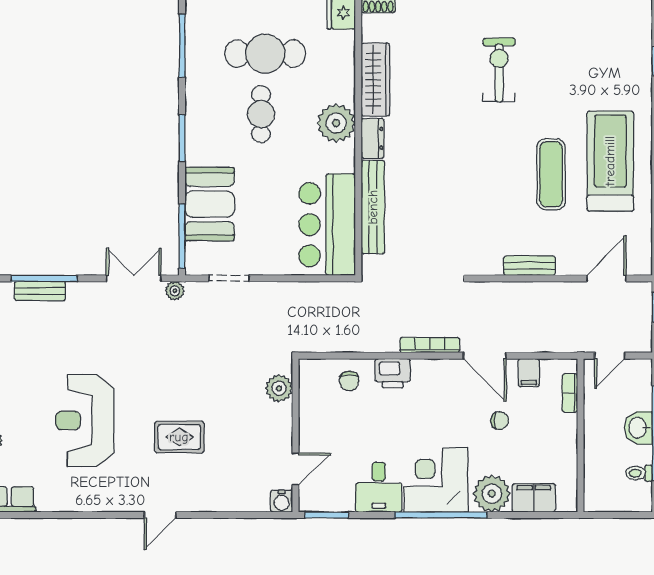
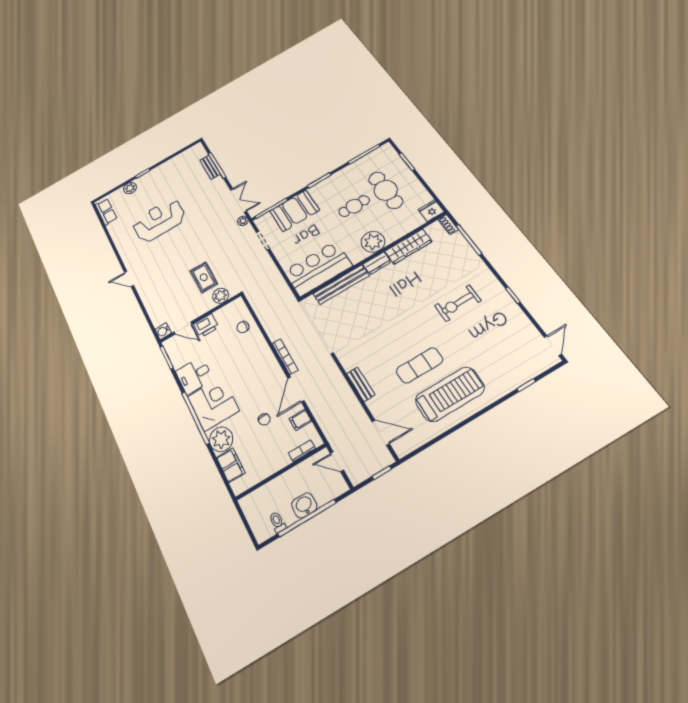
exercise bike: (499, 70) -> (458, 303), turned 180
printer: (393, 373) -> (206, 325), moved, turned -90
rug: (179, 437) -> (204, 277), moved

